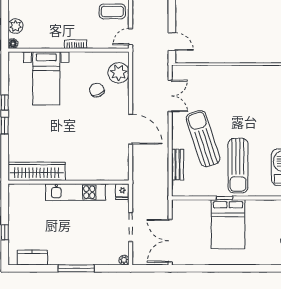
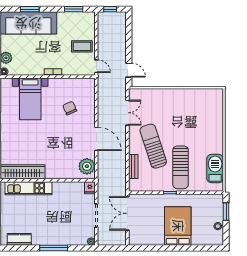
door: (131, 37) -> (96, 66), swing flipped
plant: (119, 73) -> (87, 166), moved
kitchen unit: (75, 192) -> (29, 188), moved
bed: (228, 224) -> (178, 226), moved, turned 180
double door: (170, 241) -> (127, 213), moved

